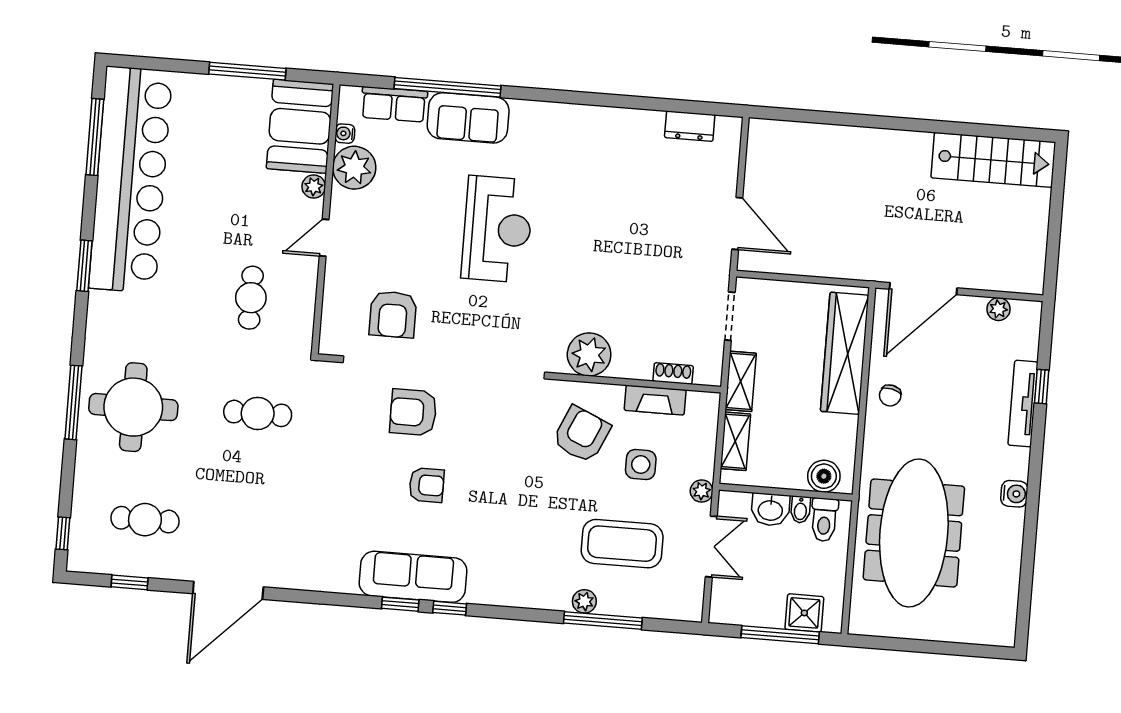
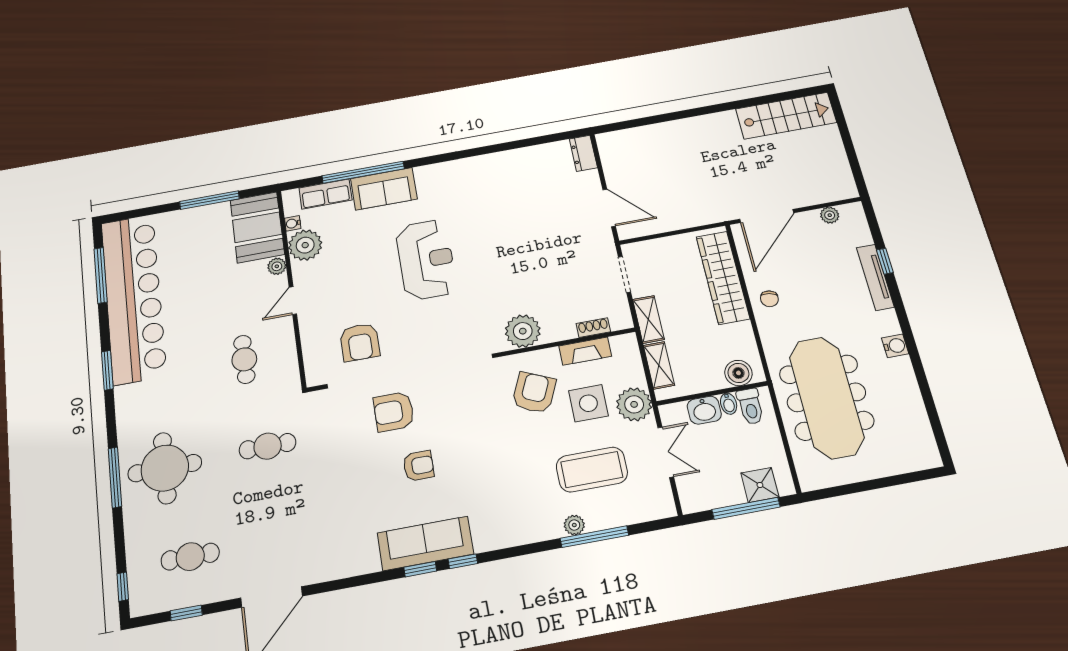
dresser: (690, 126) -> (583, 153), moved, turned 90
side table: (641, 465) -> (588, 403), width x1.37, depth x1.37
plant: (702, 491) -> (634, 404), width x1.88, depth x1.88

